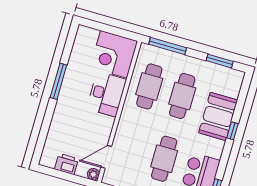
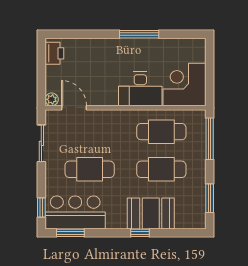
printer: (66, 164) -> (54, 53), moved

